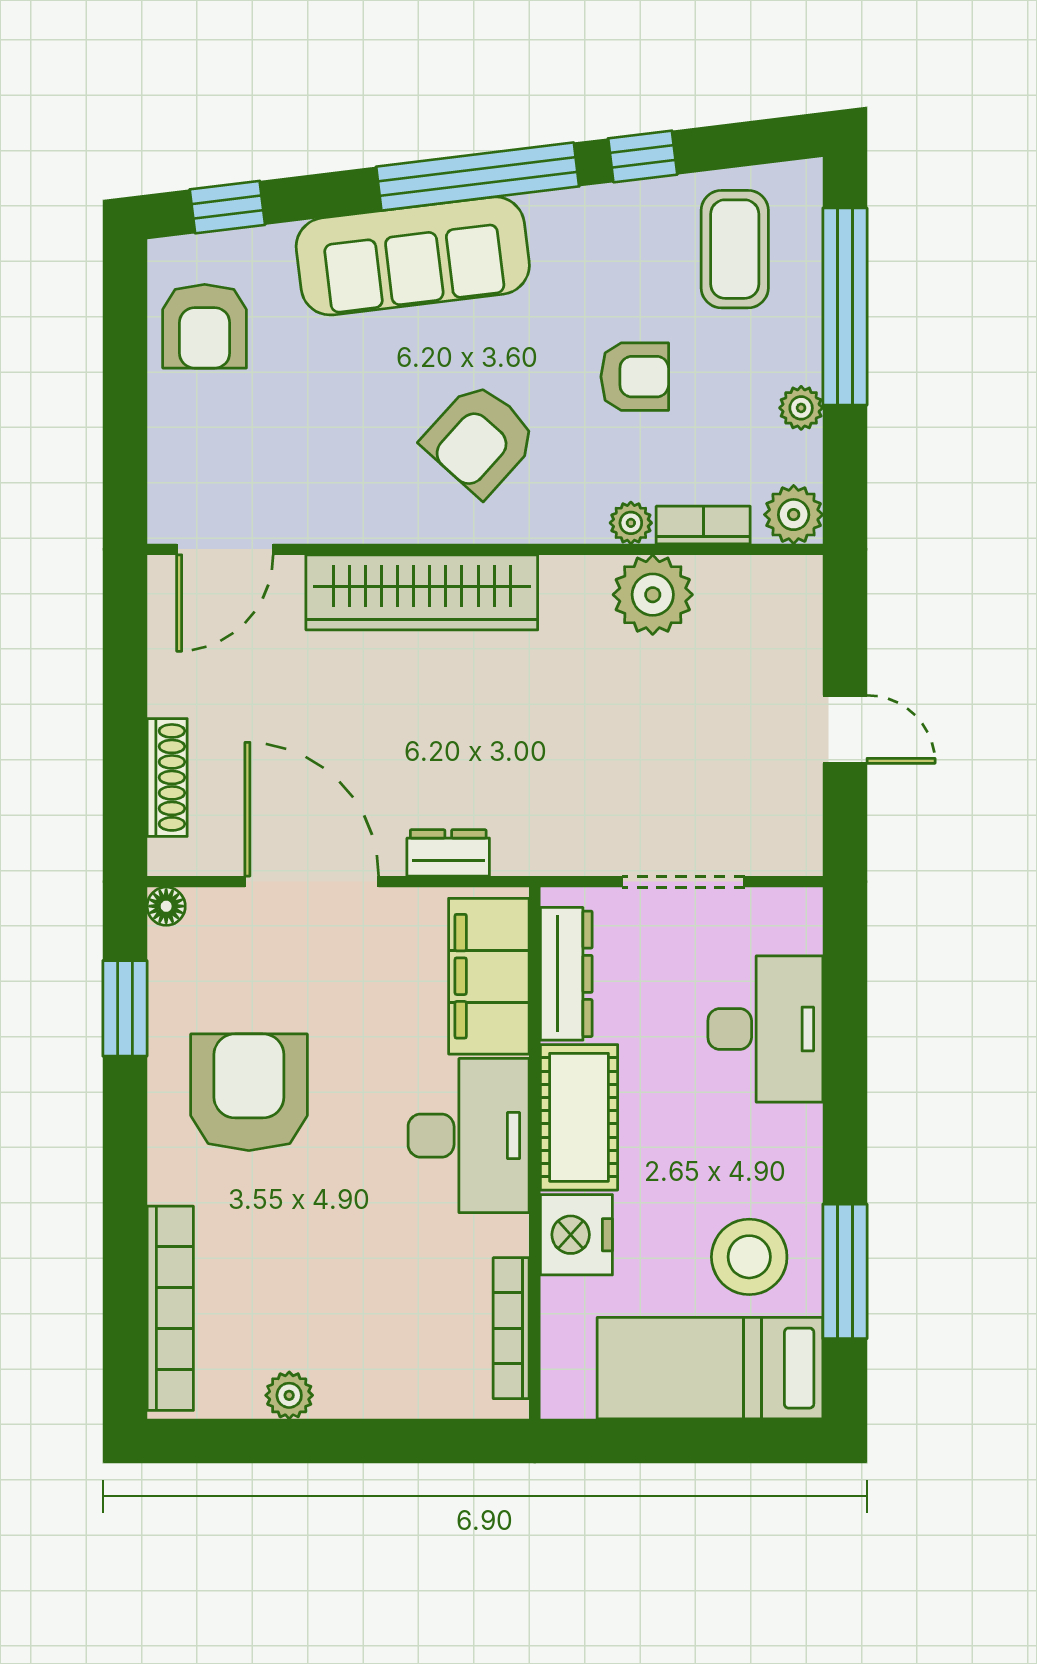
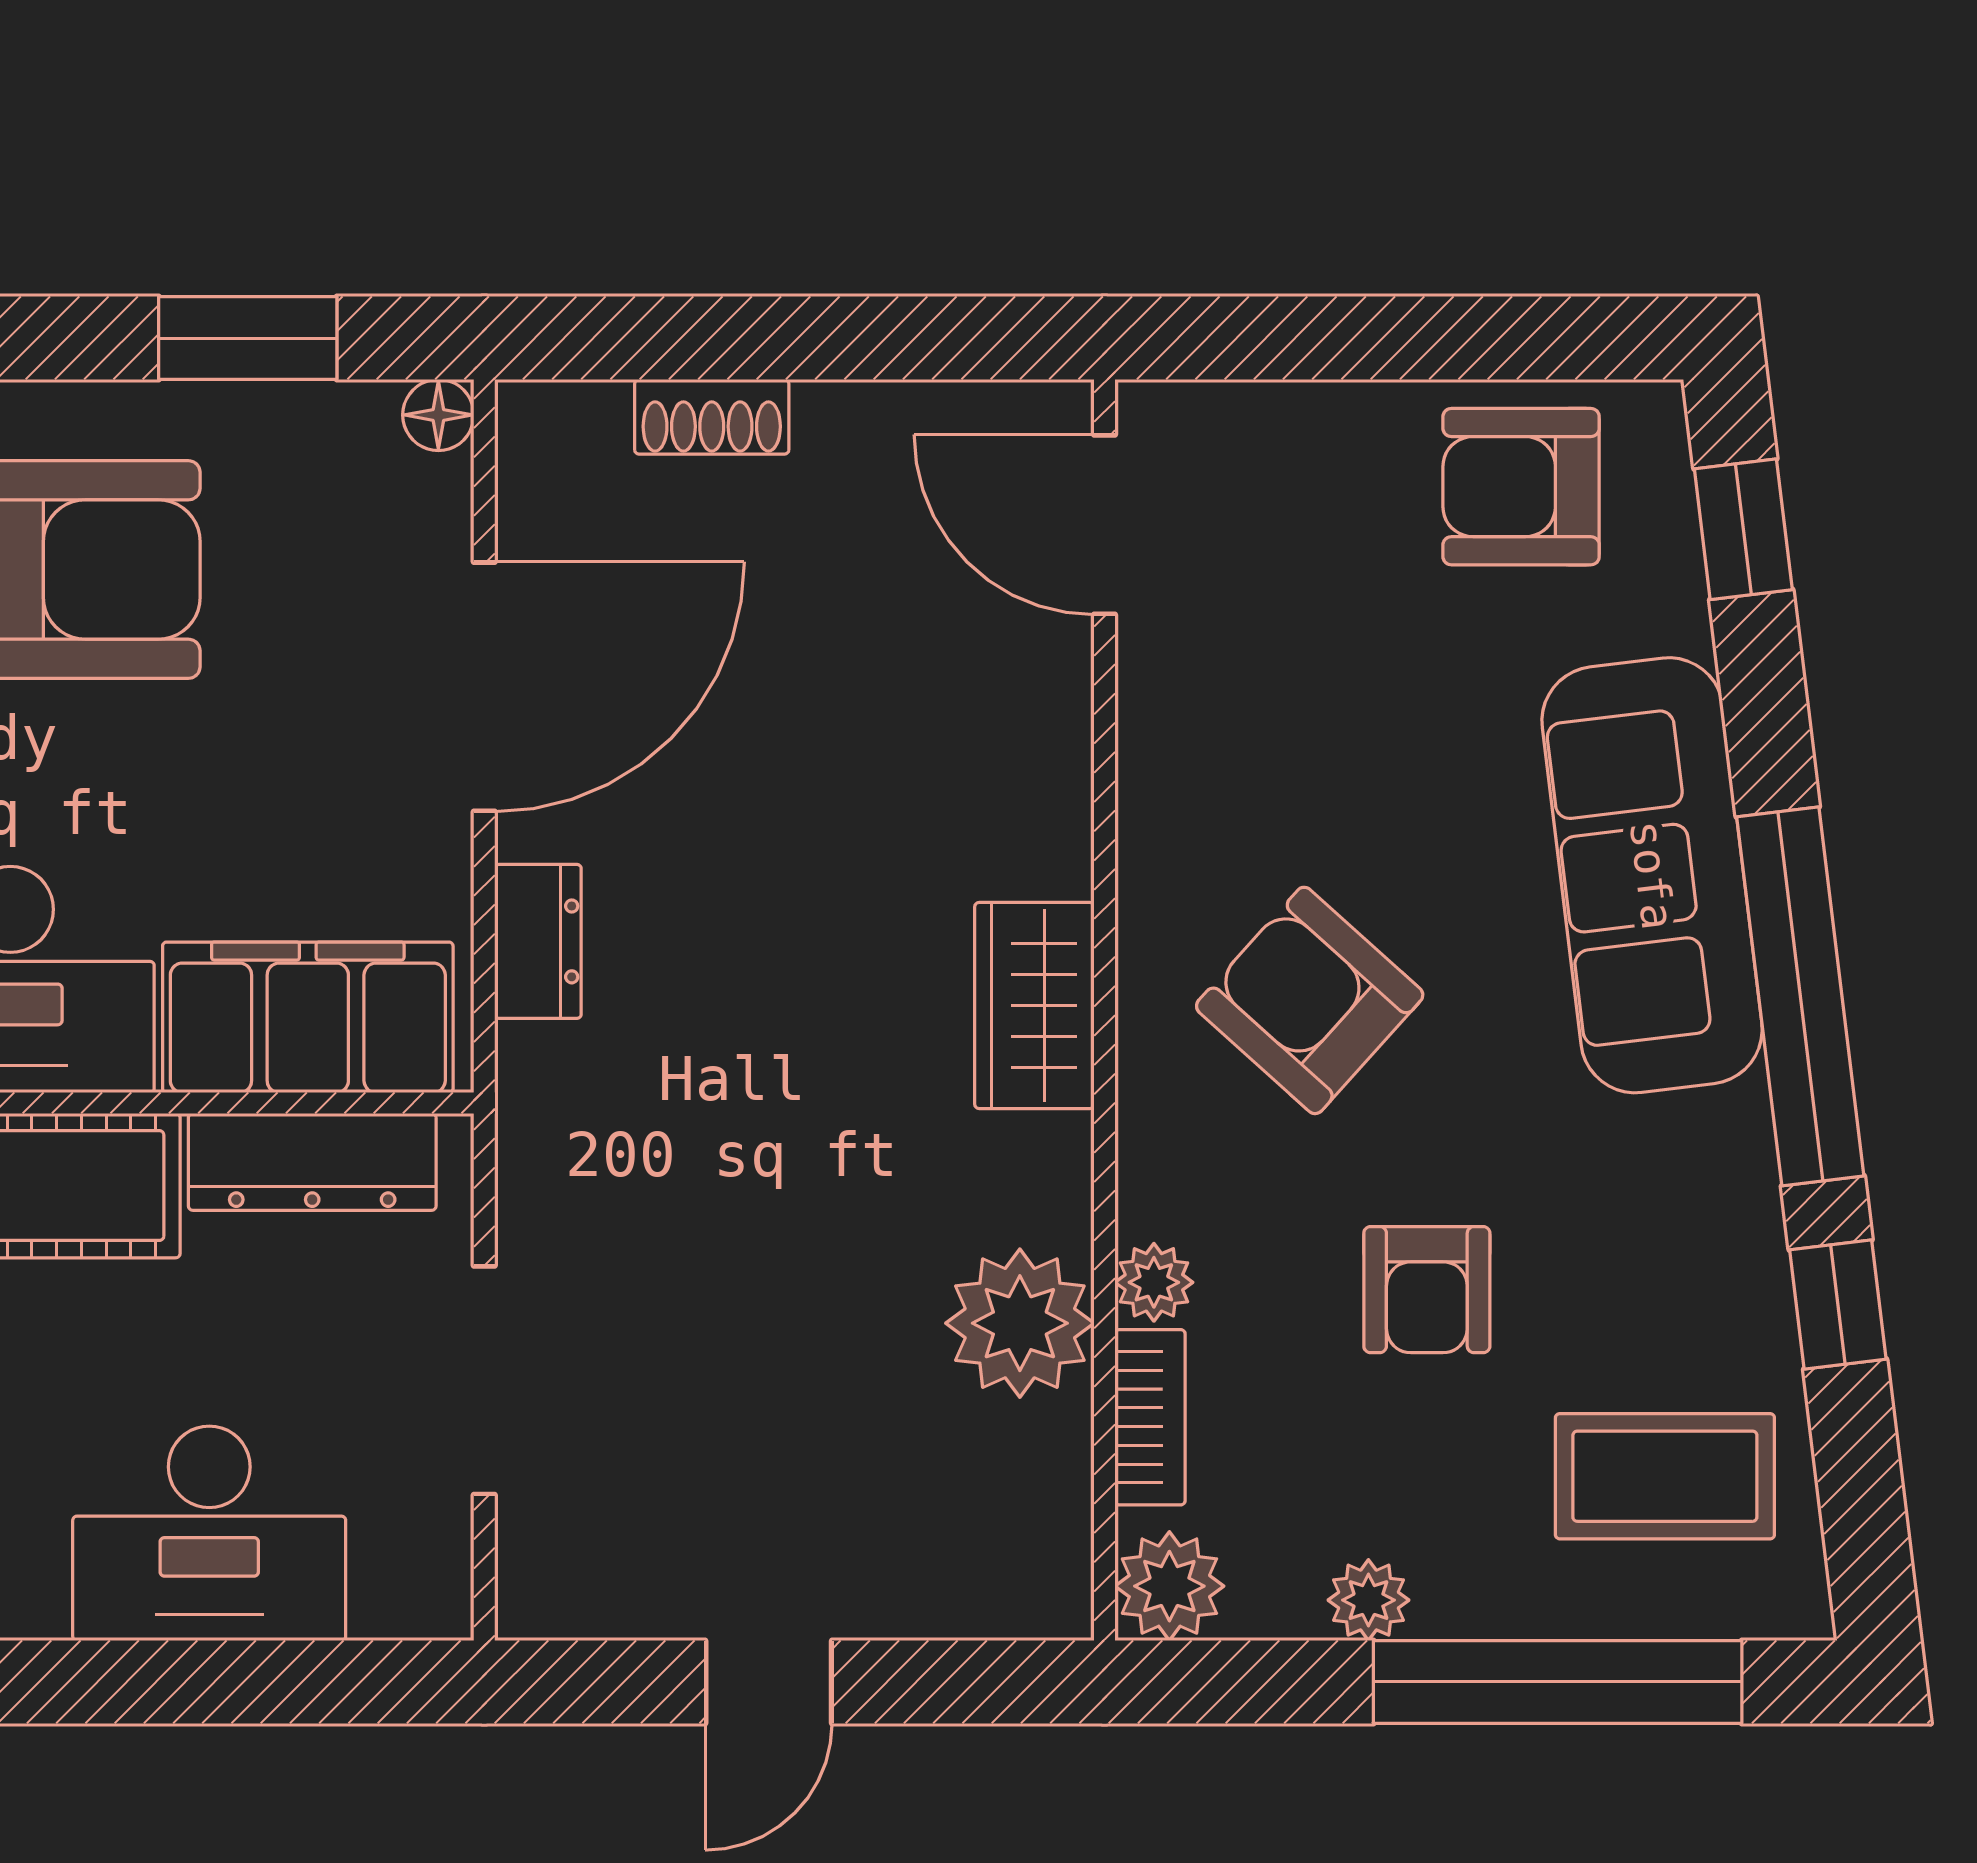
wardrobe: (422, 592) -> (1034, 1006), width x0.48, depth x0.85
shoe rack: (167, 777) -> (712, 417), width x0.70

